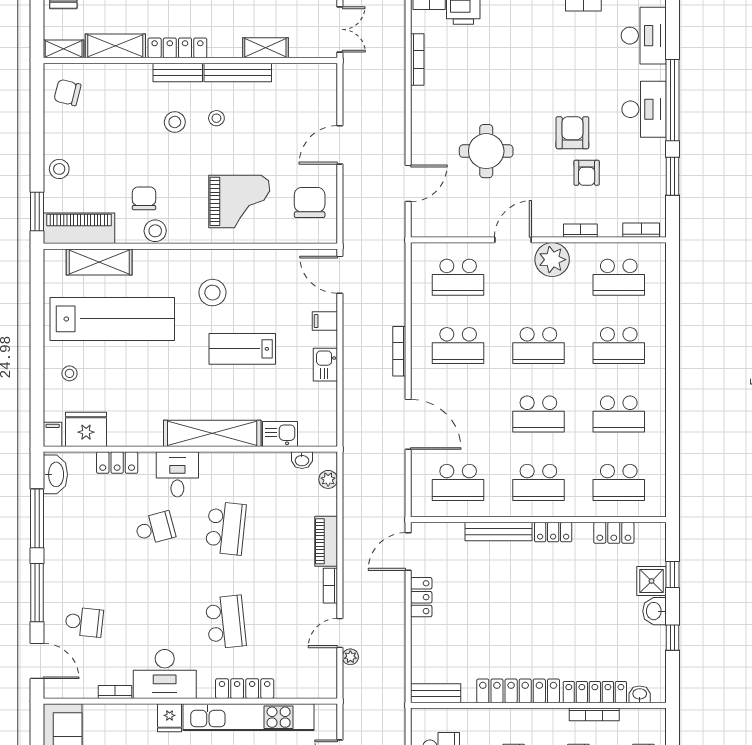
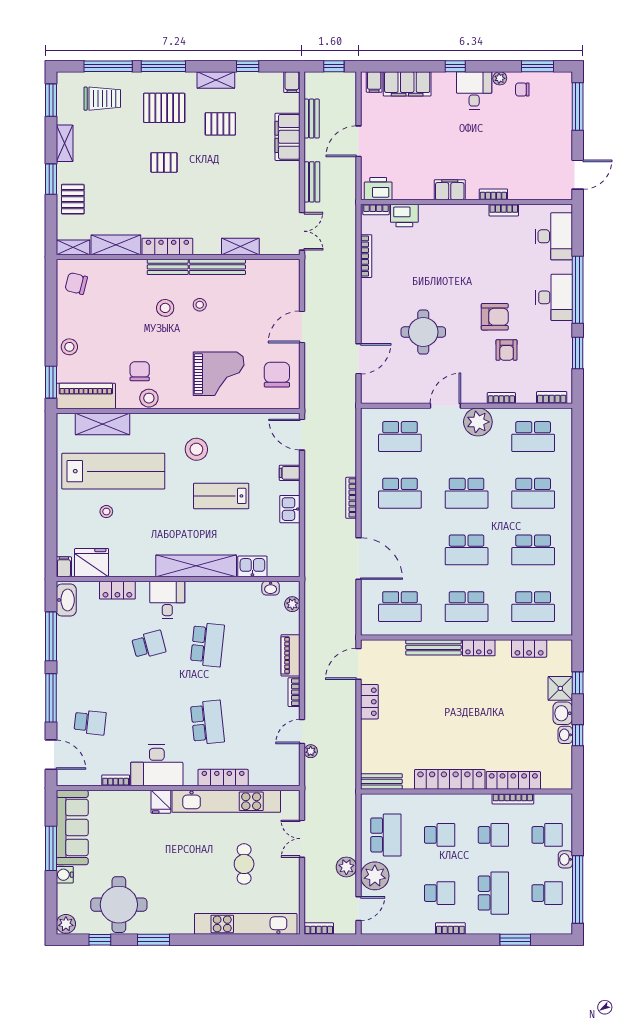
armchair: (572, 133) -> (495, 317), turned 90
stool: (69, 373) -> (106, 512), moved
washbasin: (640, 694) -> (565, 735), moved, turned -90

